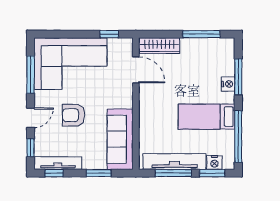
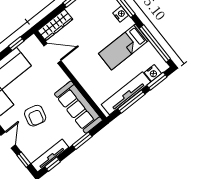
armchair: (74, 115) -> (35, 116), turned -75

